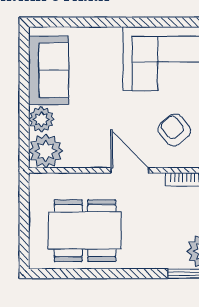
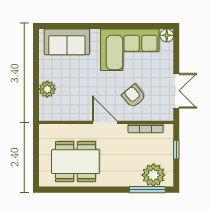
sofa: (49, 70) -> (67, 42), moved, turned 90
plant: (46, 151) -> (50, 110), removed

